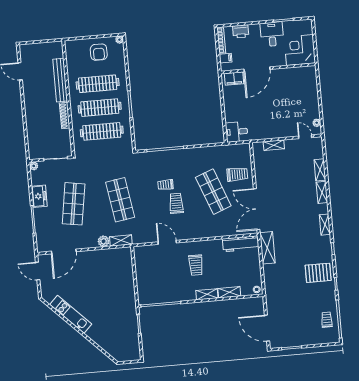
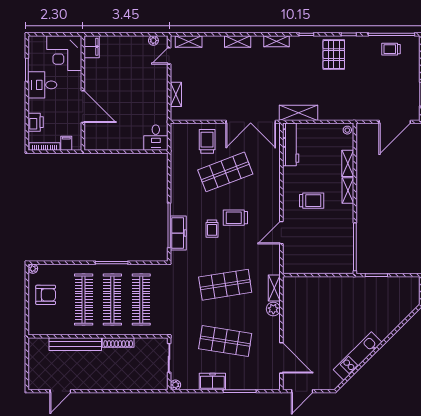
filing cabinet: (234, 79) -> (92, 47), moved
freezer: (159, 157) -> (178, 233), added
shelving: (320, 170) -> (189, 42), moved

